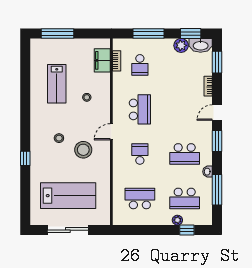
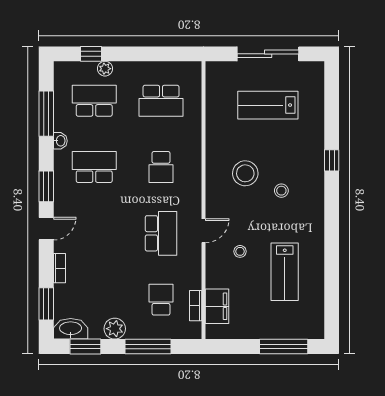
plant: (181, 45) -> (115, 329), moved
lab bench: (57, 84) -> (285, 272), turned 180
school desk: (140, 109) -> (161, 233), turned 180
door: (111, 132) -> (204, 231), moved
lab bench: (68, 196) -> (268, 105), width x0.73, depth x0.72

